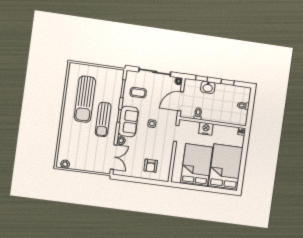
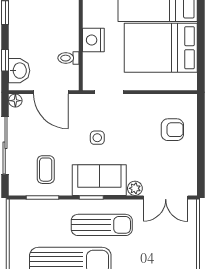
washbasin: (208, 87) -> (19, 71), moved
double door: (114, 157) -> (166, 197), swing flipped

